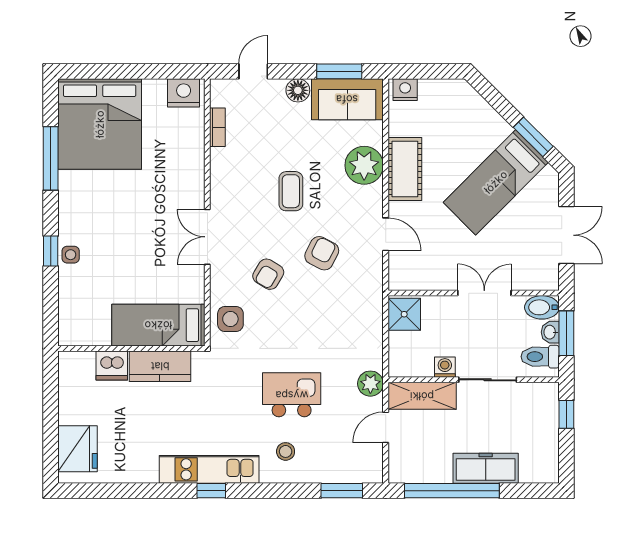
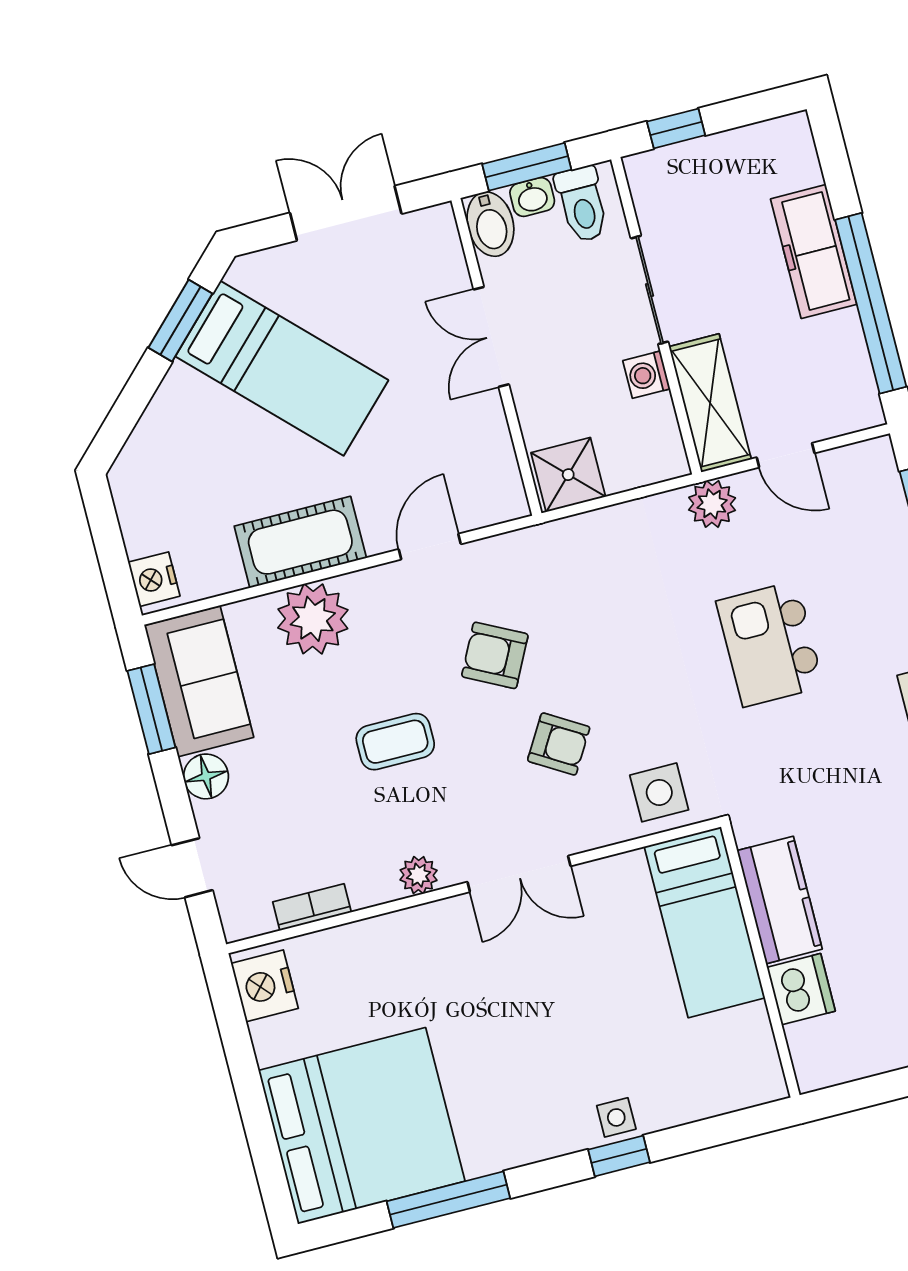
plant: (220, 186) -> (419, 875), added
stool: (286, 451) -> (877, 628), removed

